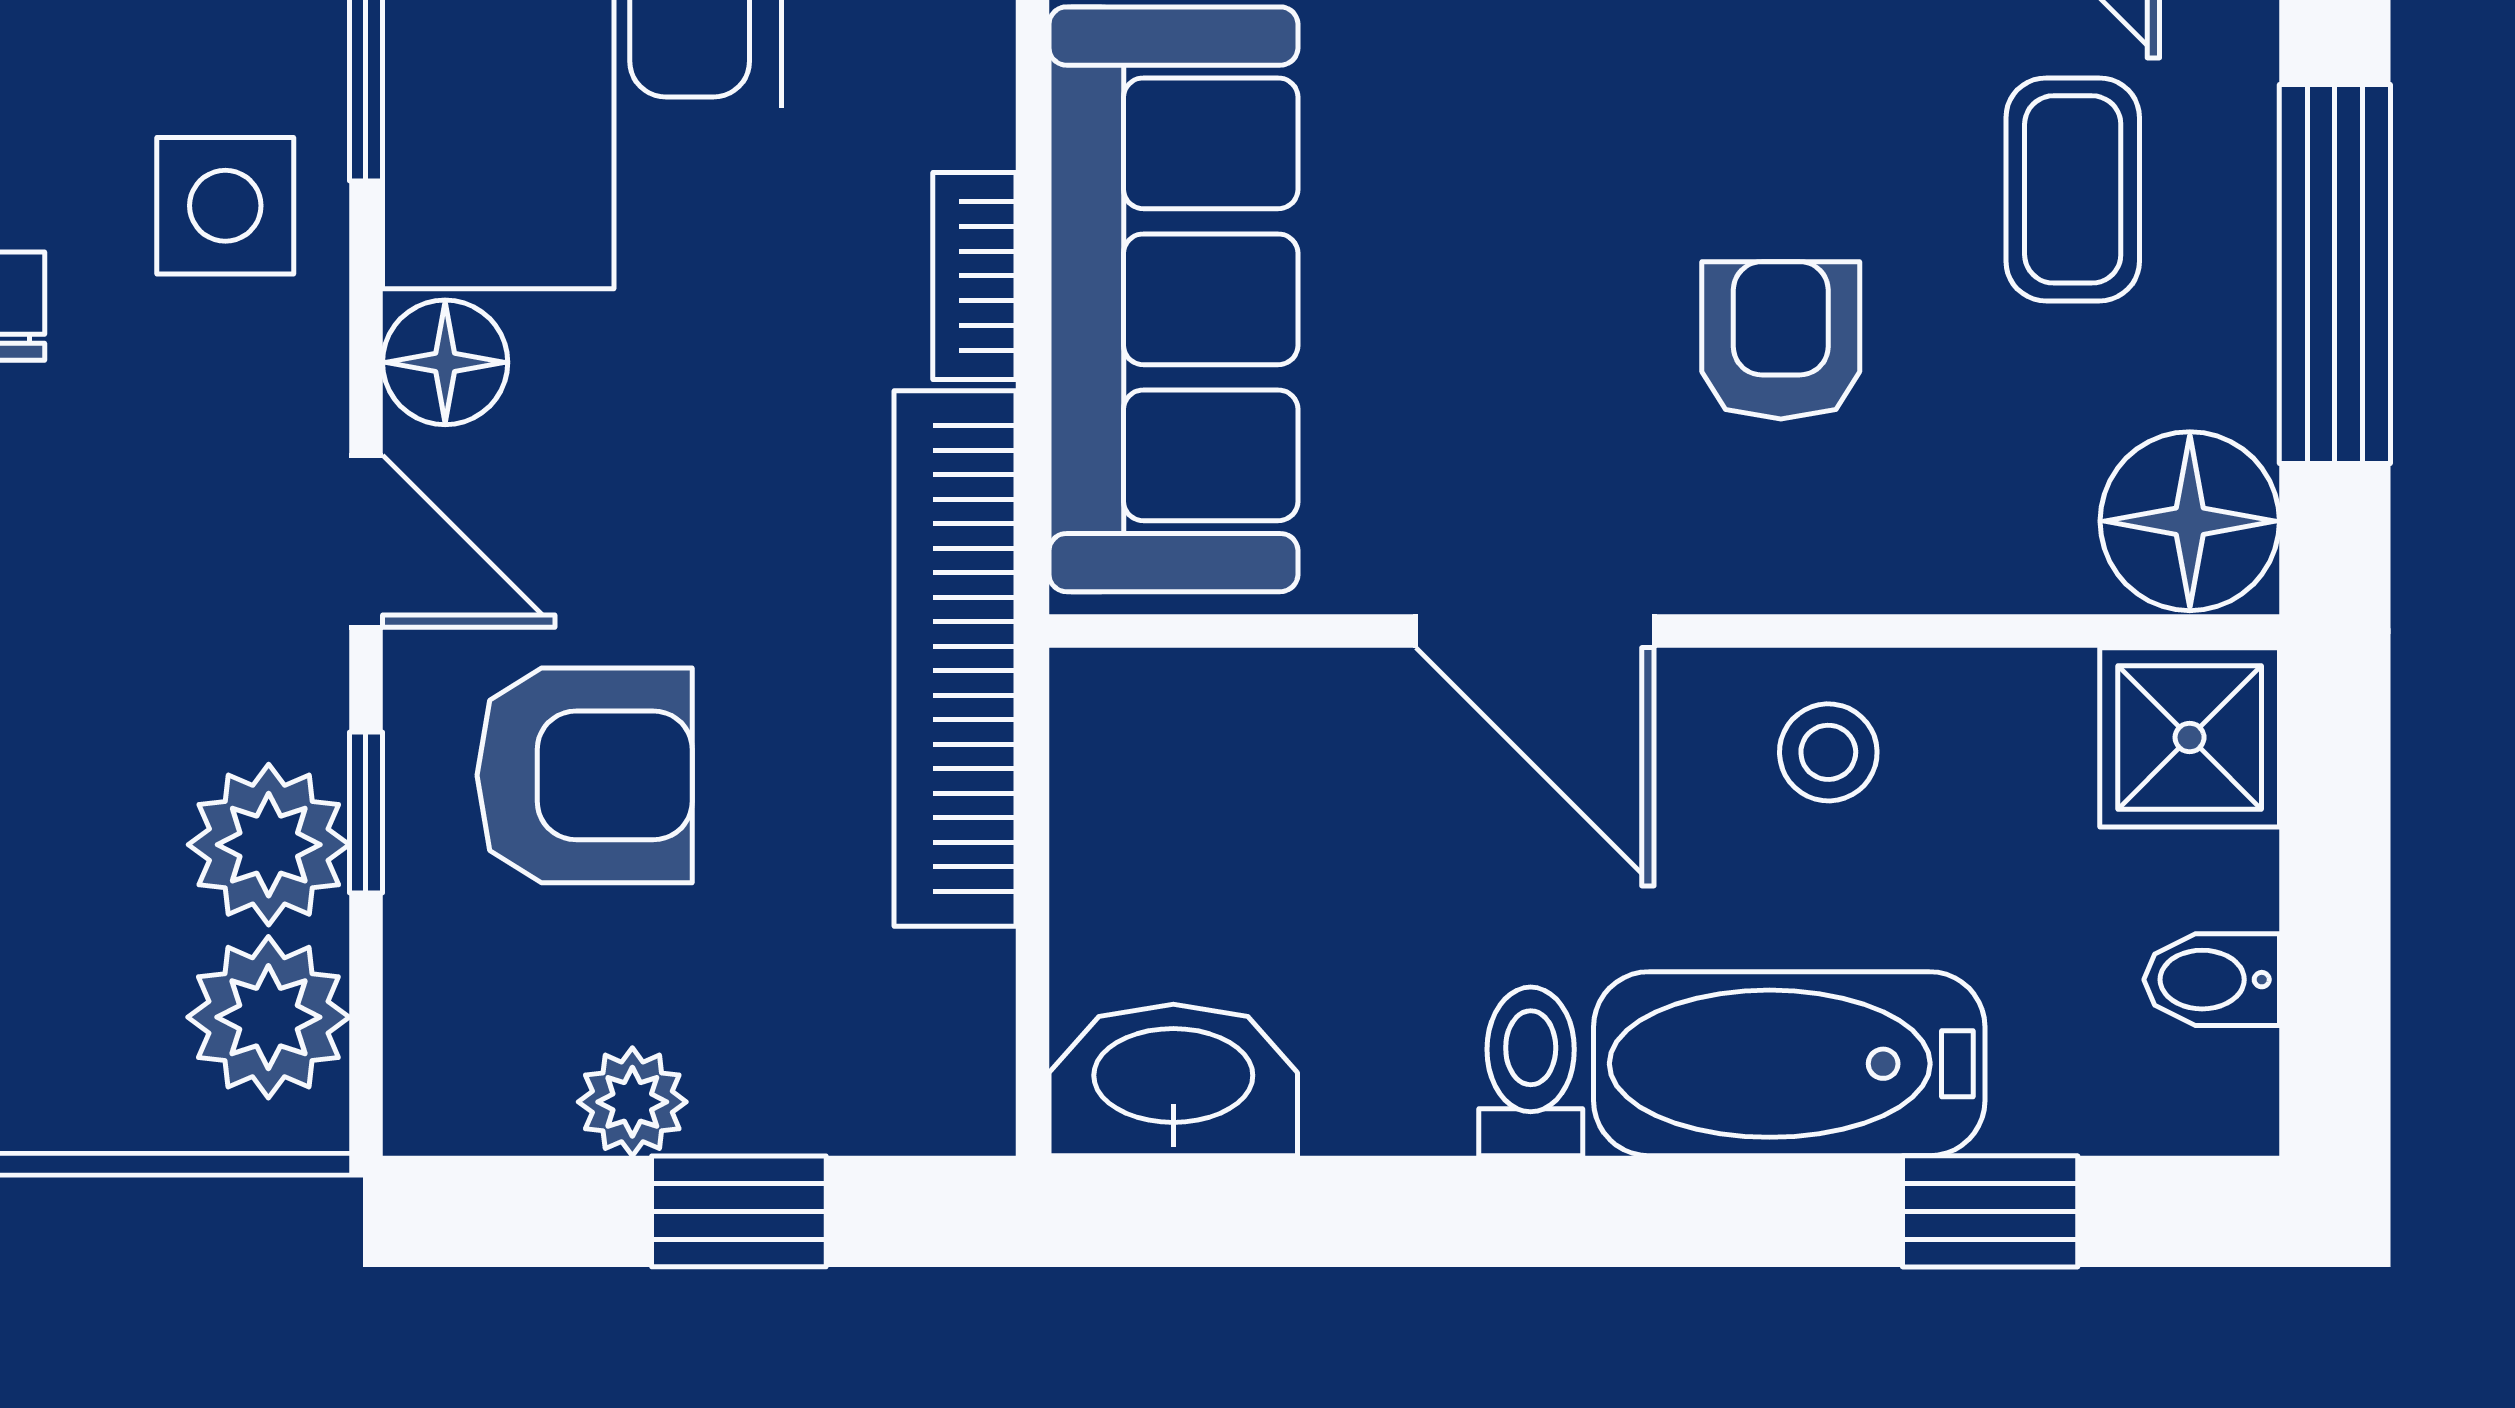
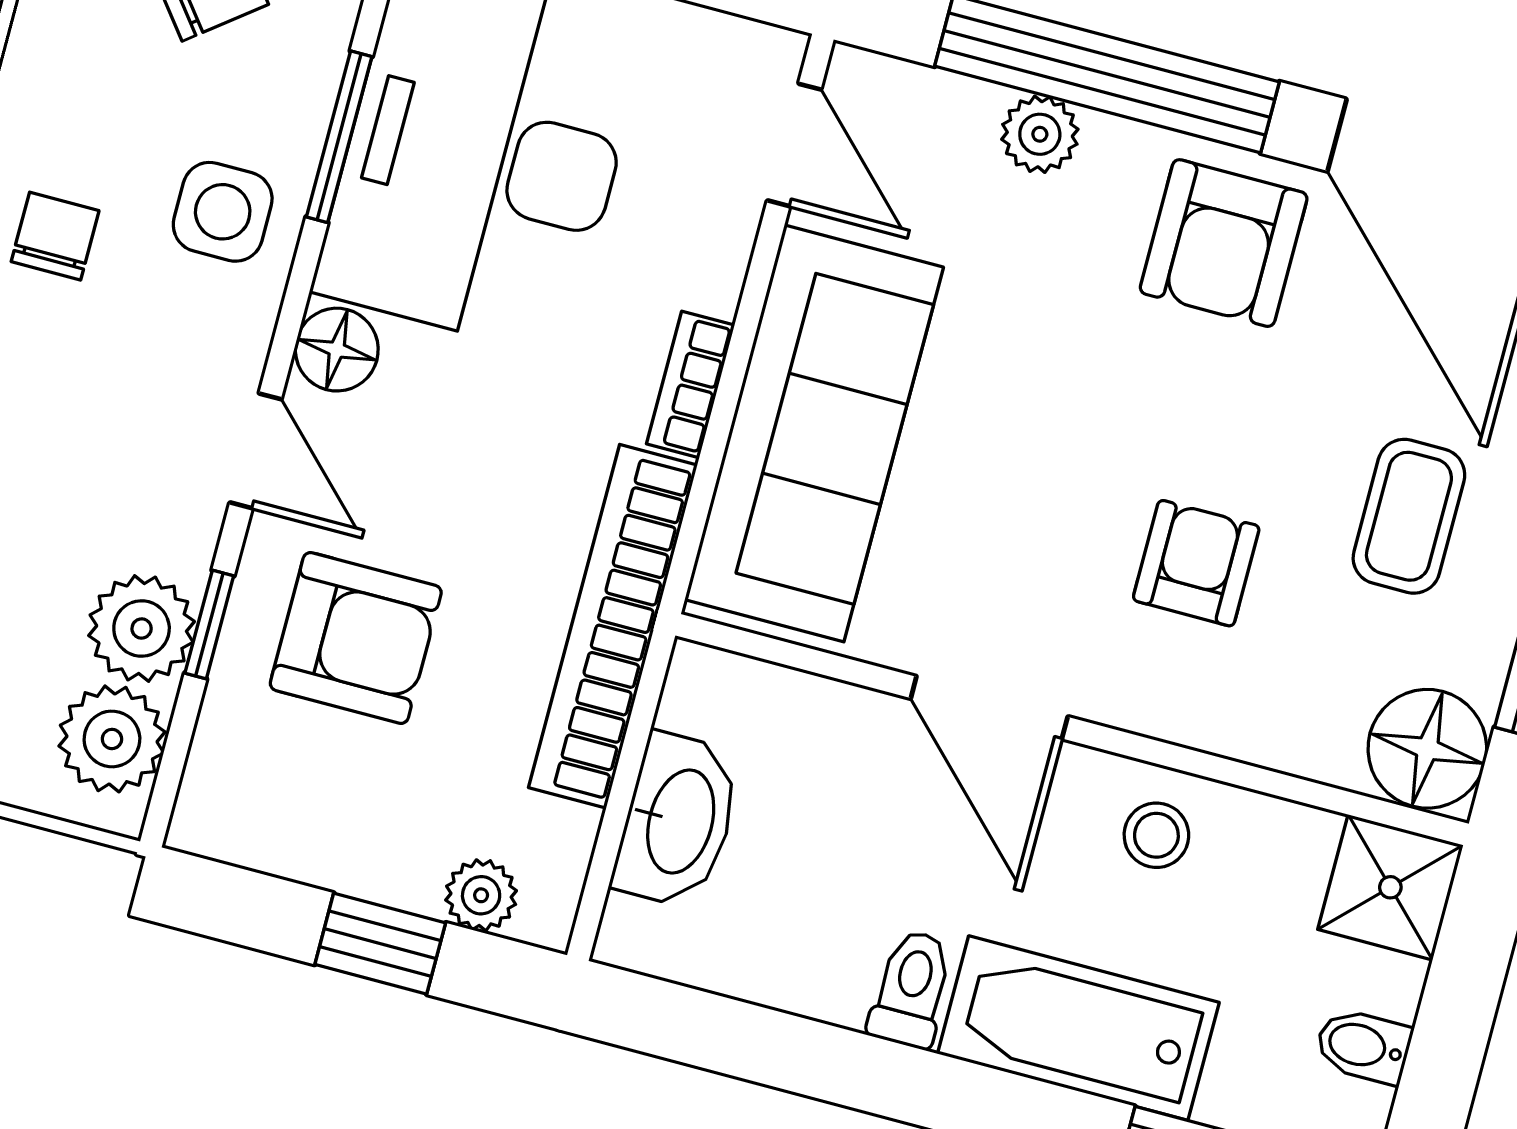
washbasin: (1173, 1080) -> (678, 821), moved, turned 90
plant: (632, 1102) -> (481, 895), moved

